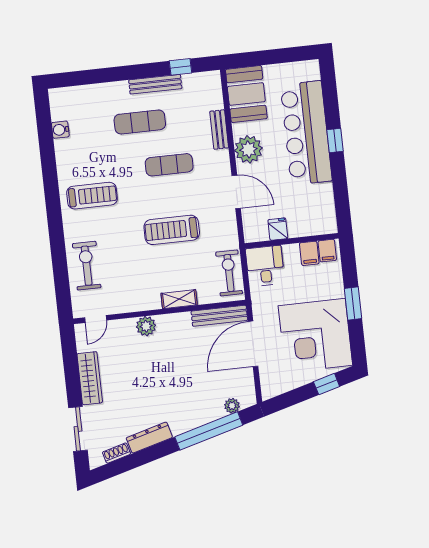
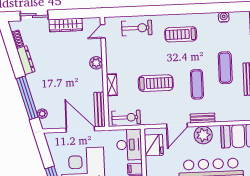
bench: (219, 130) -> (203, 118), moved
treadmill: (92, 196) -> (181, 34), turned 90
fridge: (278, 229) -> (154, 145), width x1.88, depth x1.34
treadmill: (172, 230) -> (156, 83), turned 90
desk: (265, 266) -> (129, 145), width x1.37
door: (96, 319) -> (103, 31), hinge flipped

